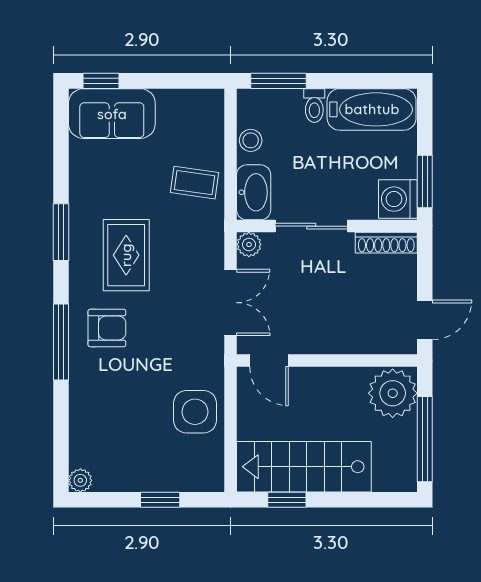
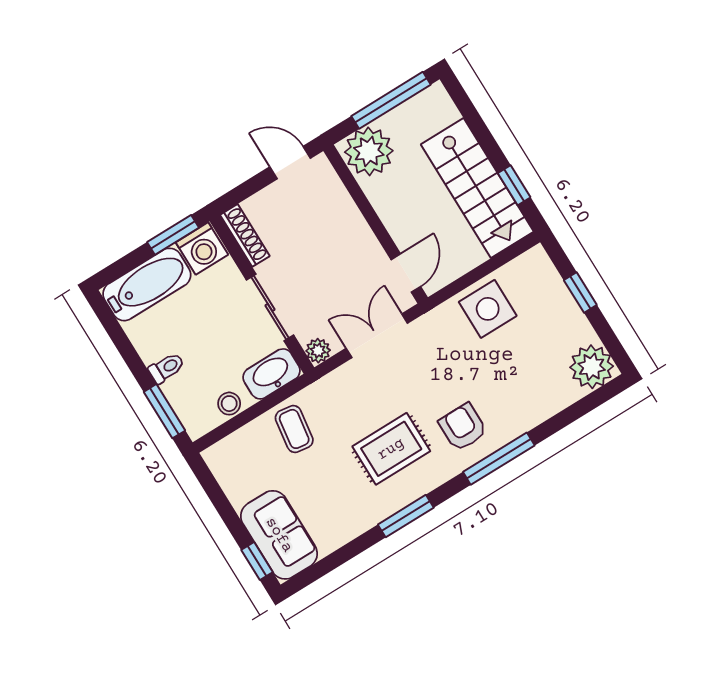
bathtub: (372, 109) -> (147, 284), moved, turned 90
plant: (80, 480) -> (592, 367), width x1.88, depth x1.88

